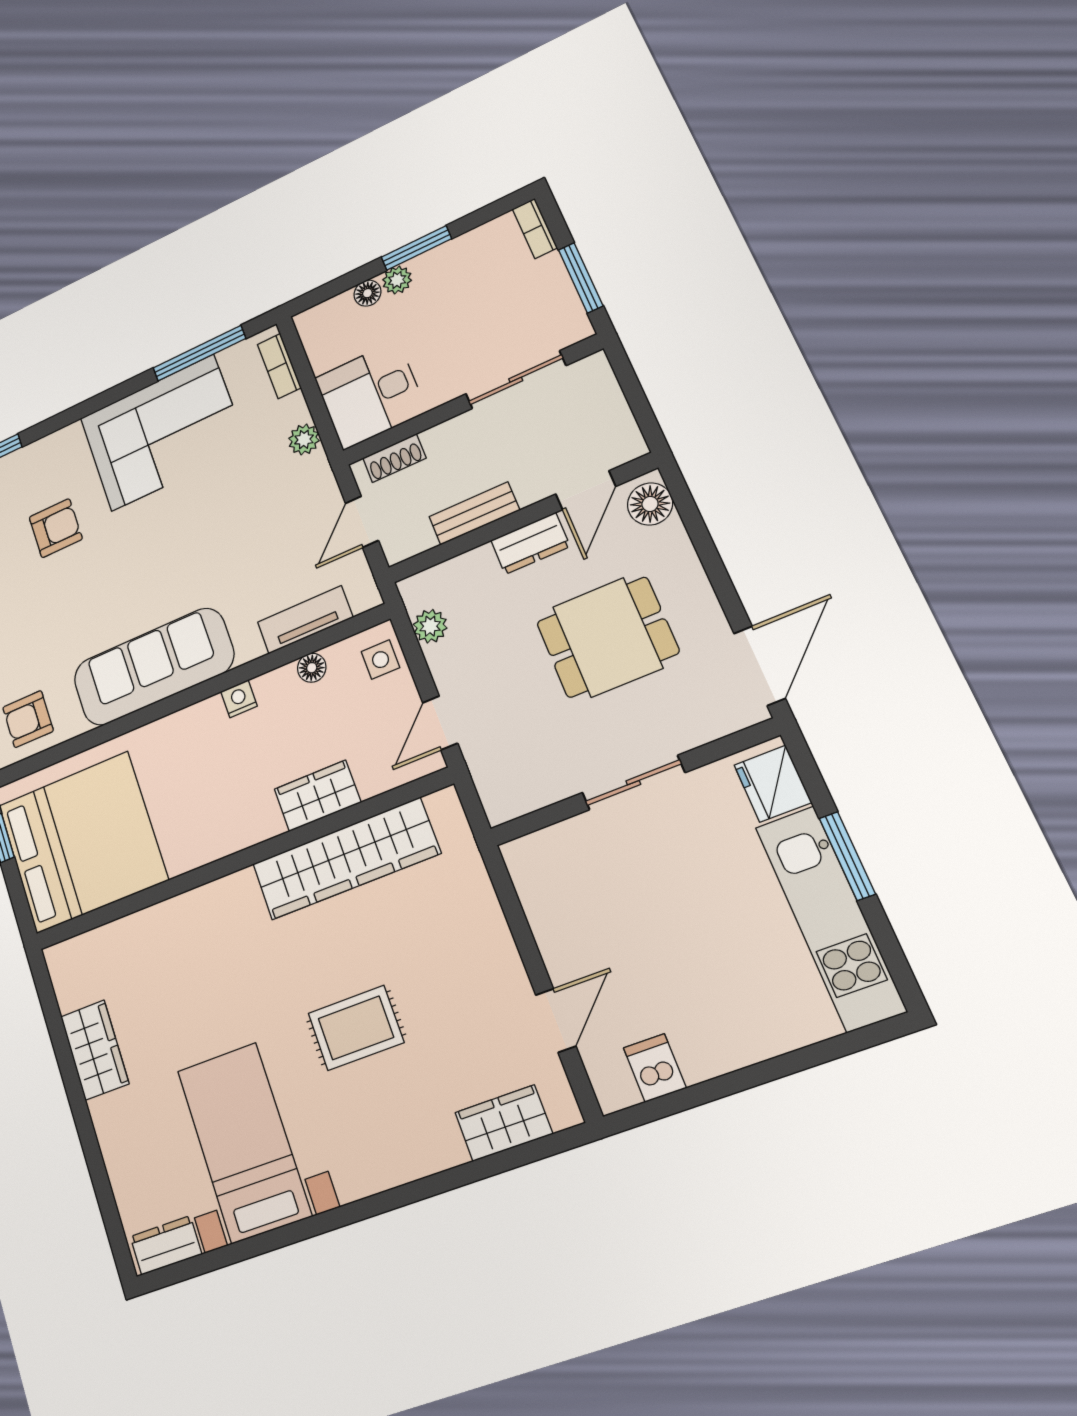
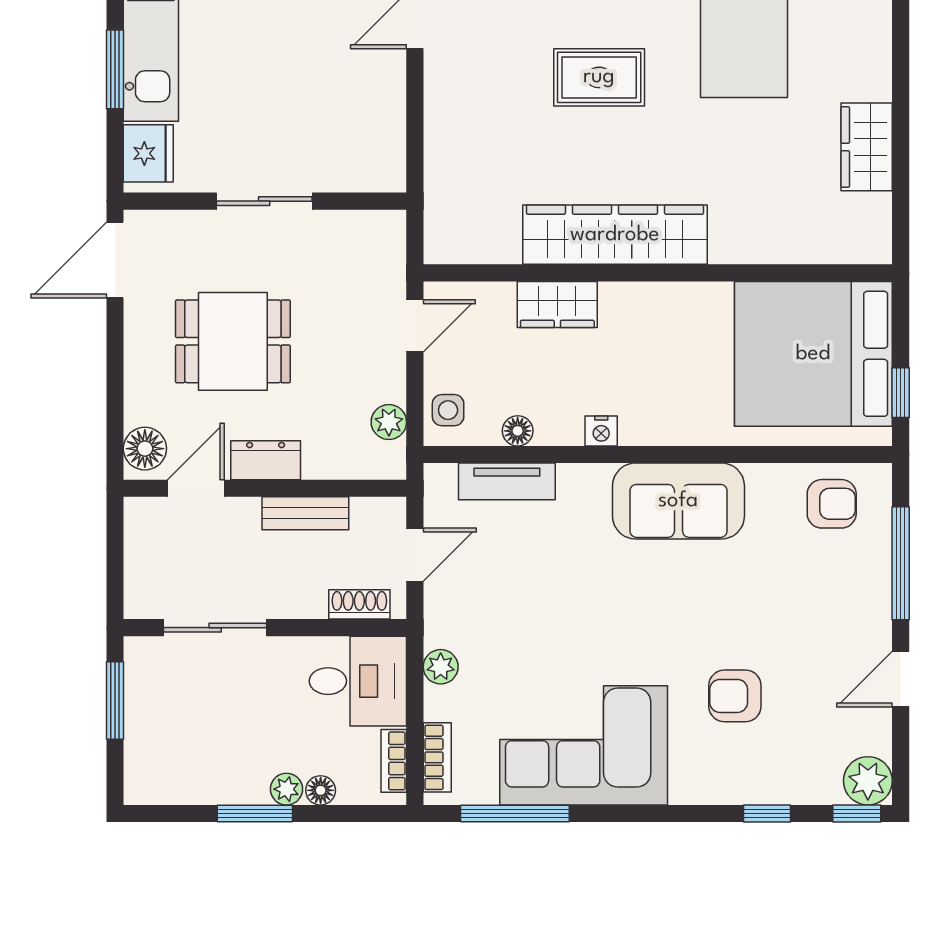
bookcase: (535, 228) -> (394, 761), moved, turned 180
sofa: (153, 667) -> (678, 501), width x0.73
wardrobe: (346, 859) -> (615, 235), moved

